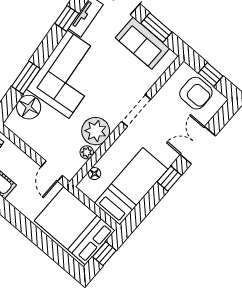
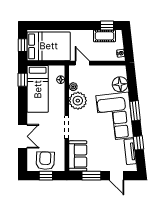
sofa: (142, 43) -> (78, 156), moved, turned 90
window: (26, 78) -> (135, 111), moved
armchair: (196, 93) -> (45, 161), turned 92
window: (169, 179) -> (23, 80), moved

